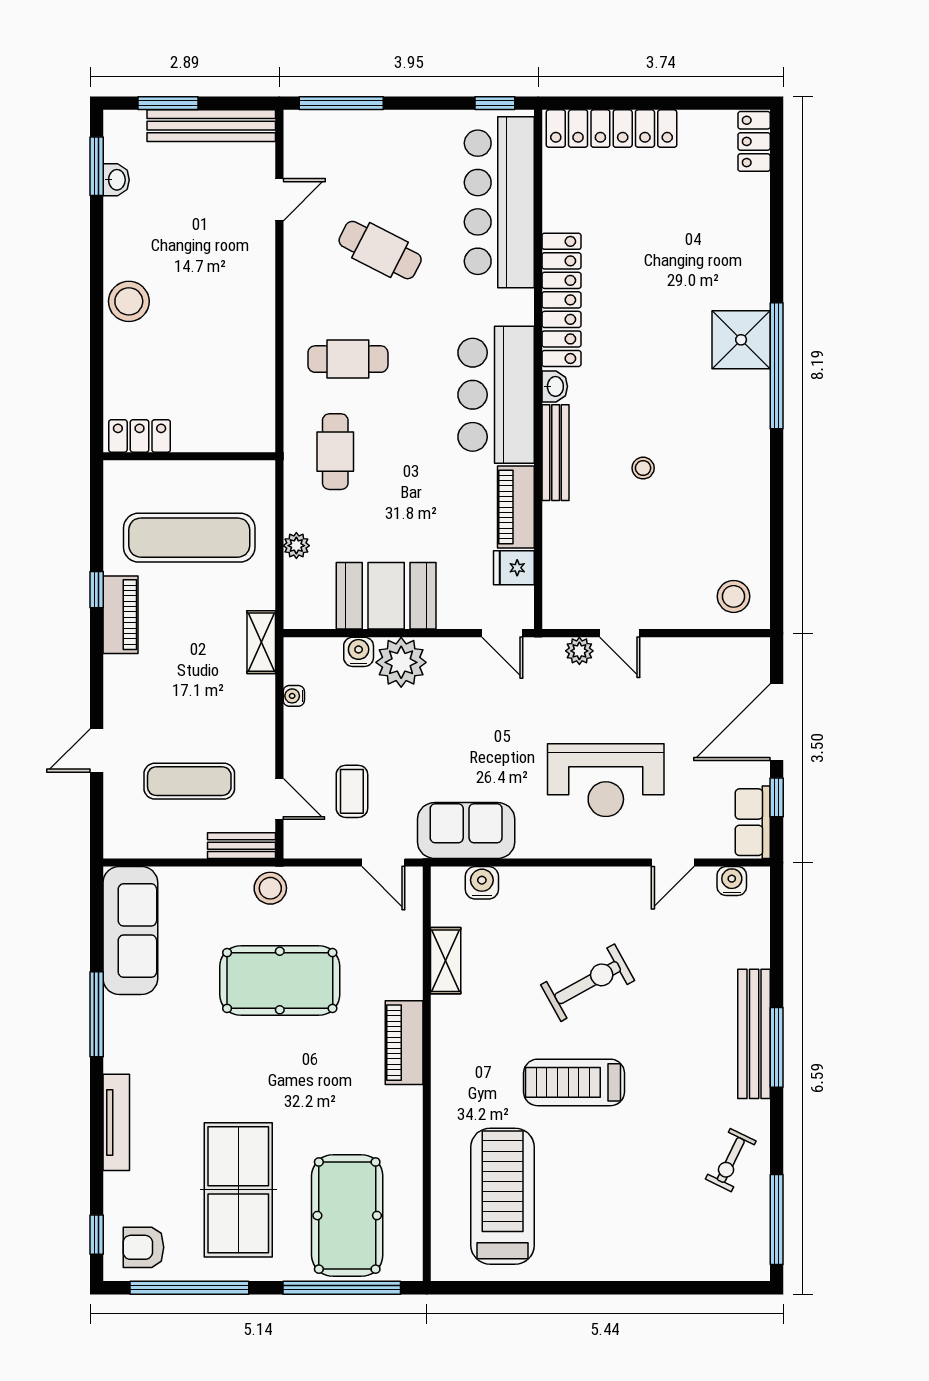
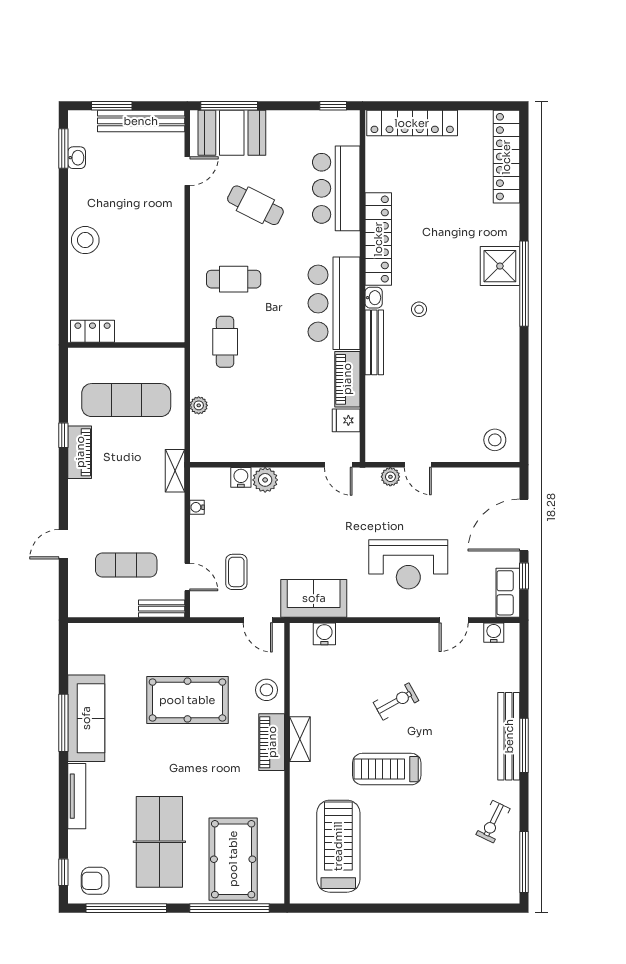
locker: (754, 141) -> (506, 157), width x2.16, depth x1.21
bar counter: (499, 202) -> (336, 188), width x0.73
stool: (643, 468) -> (419, 309), moved
booth: (386, 596) -> (232, 133), moved
plant: (401, 662) -> (265, 480), width x0.73, depth x0.73
stool: (270, 888) -> (266, 690), moved
sofa: (130, 931) -> (86, 718), moved
shelving: (446, 961) -> (300, 739), moved
exercise bike: (588, 983) -> (396, 701), width x0.73, depth x0.72

